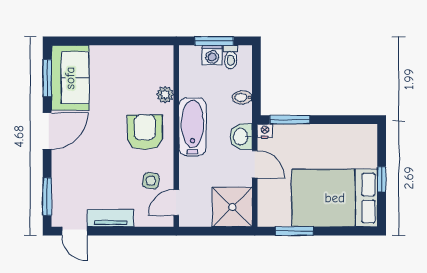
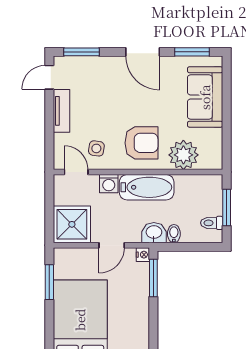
washing machine: (212, 55) -> (109, 184), moved, turned -90
sofa: (70, 78) -> (205, 97), moved, turned 90
plant: (165, 95) -> (183, 155), width x1.88, depth x1.88
washbasin: (241, 137) -> (154, 233), moved

